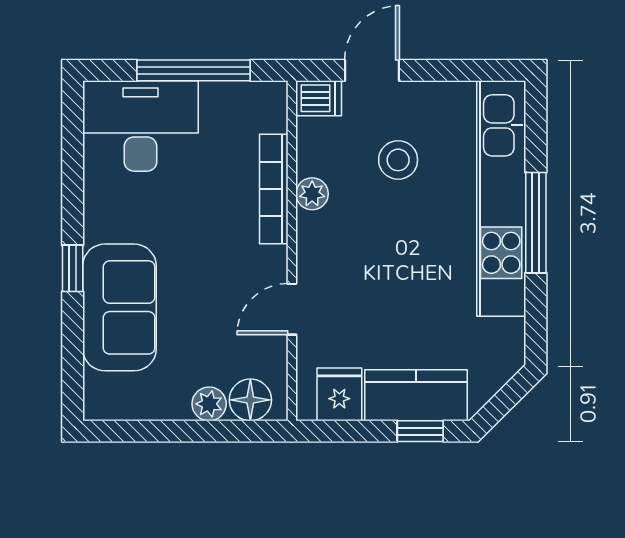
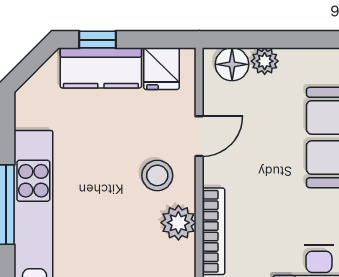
stool: (398, 160) -> (157, 175), moved
plant: (312, 194) -> (178, 223), width x1.38, depth x1.38

